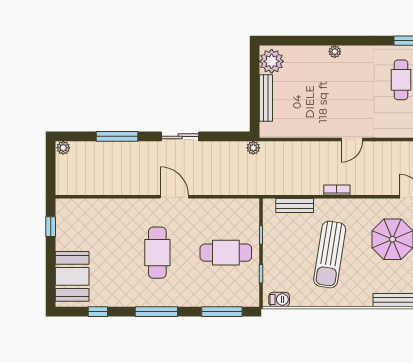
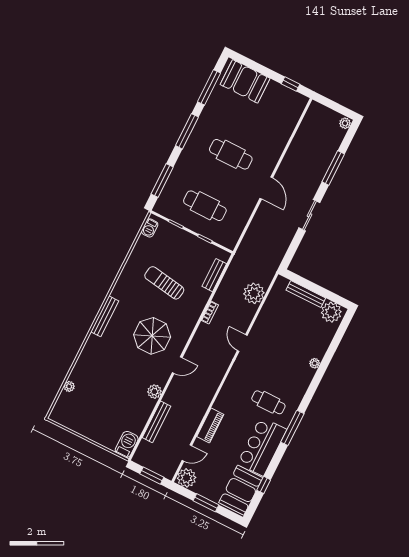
plant: (253, 148) -> (254, 293), moved, width x1.88, depth x1.88
door: (174, 197) -> (266, 188), hinge flipped
cafe table: (226, 253) -> (205, 206), turned 90
sun lounger: (330, 255) -> (164, 283), width x0.73, depth x0.75
window: (98, 312) -> (209, 87), width x2.17

